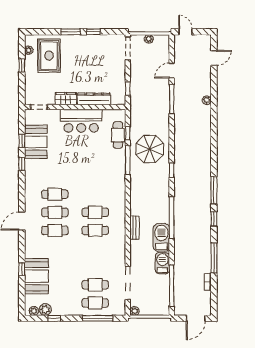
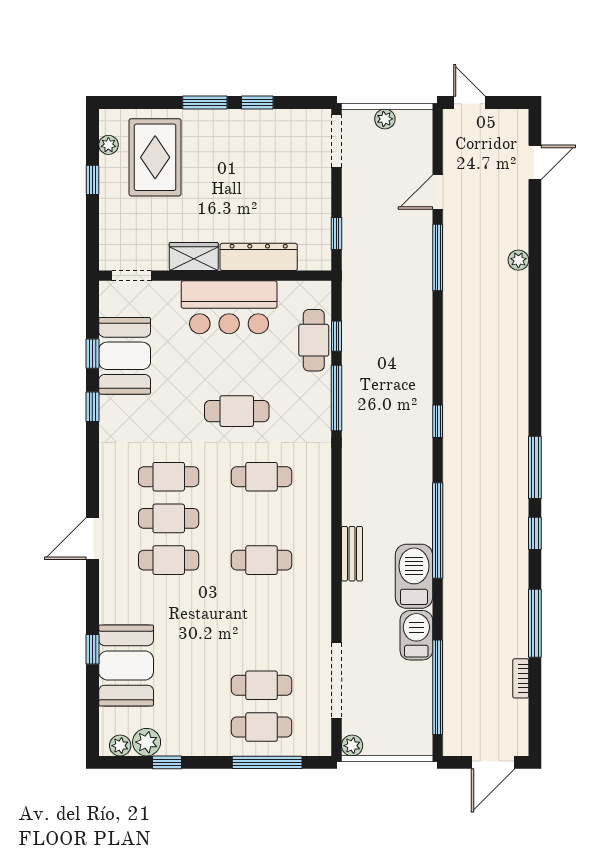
parasol: (150, 149) -> (387, 373), removed
cafe table: (84, 166) -> (237, 411), added
cafe table: (95, 212) -> (262, 477), moved

